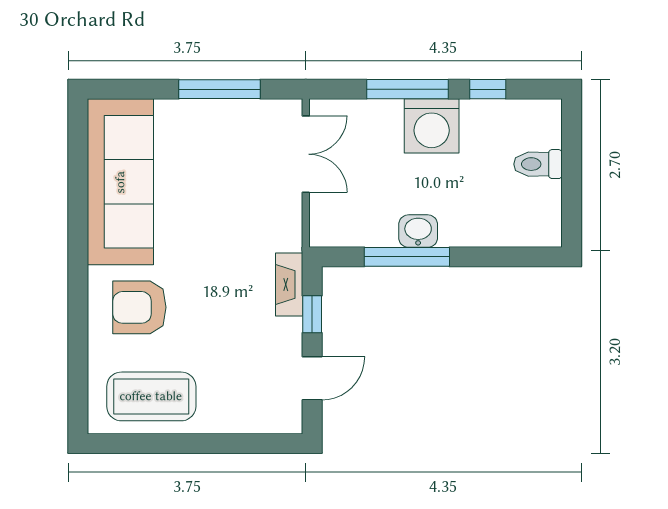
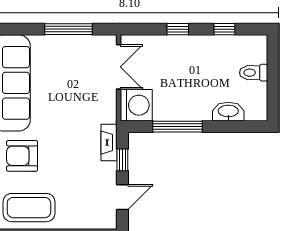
window: (407, 89) -> (178, 29), width x0.46
washing machine: (432, 126) -> (136, 105), moved, turned -90
washbasin: (418, 231) -> (228, 112), moved, width x1.38

